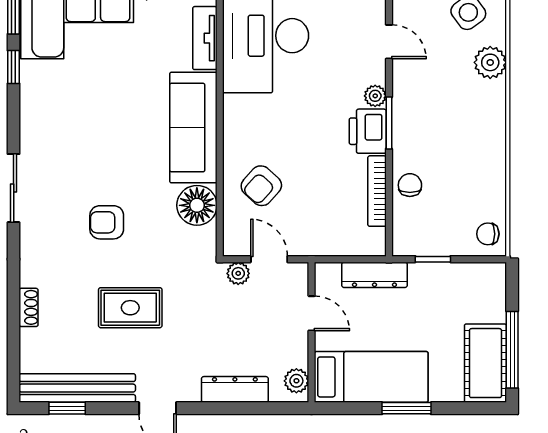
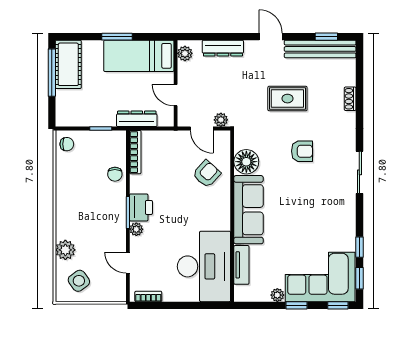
bookcase: (377, 191) -> (135, 152), moved

